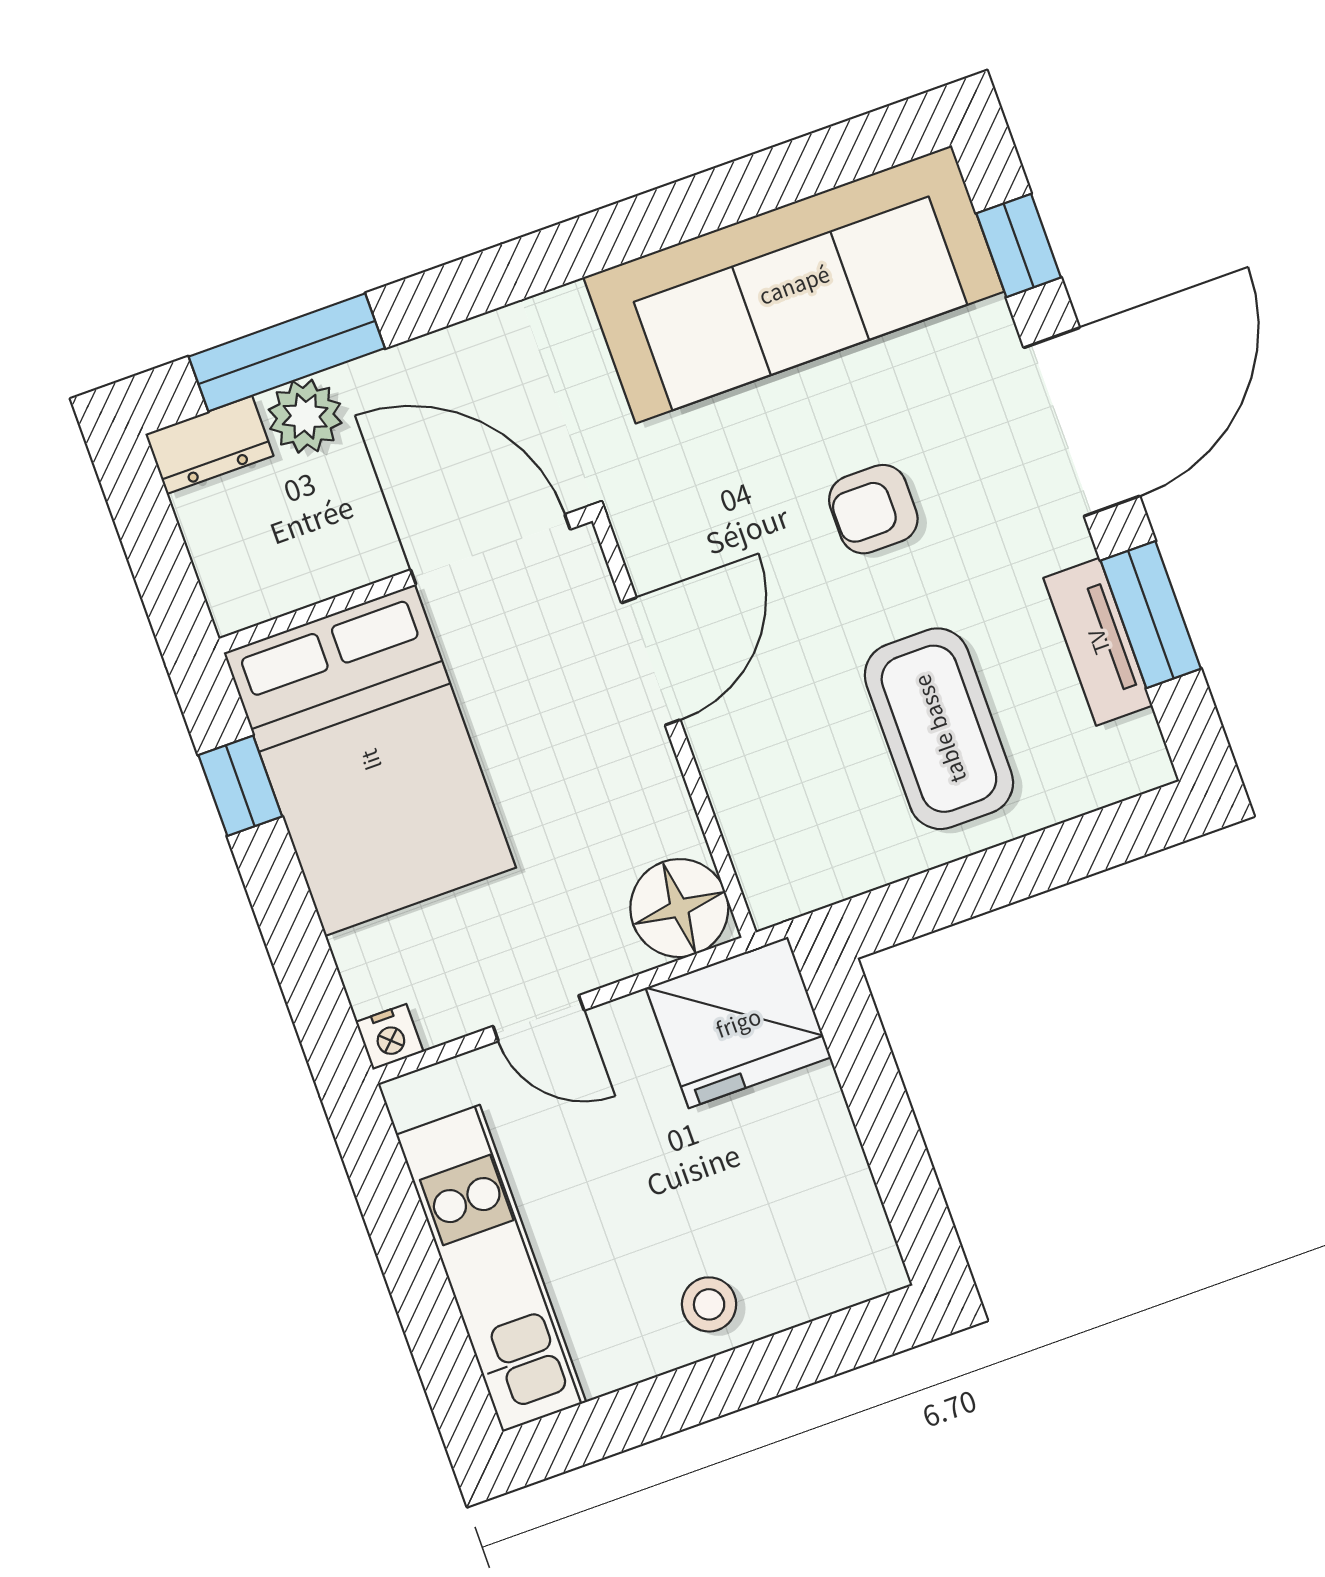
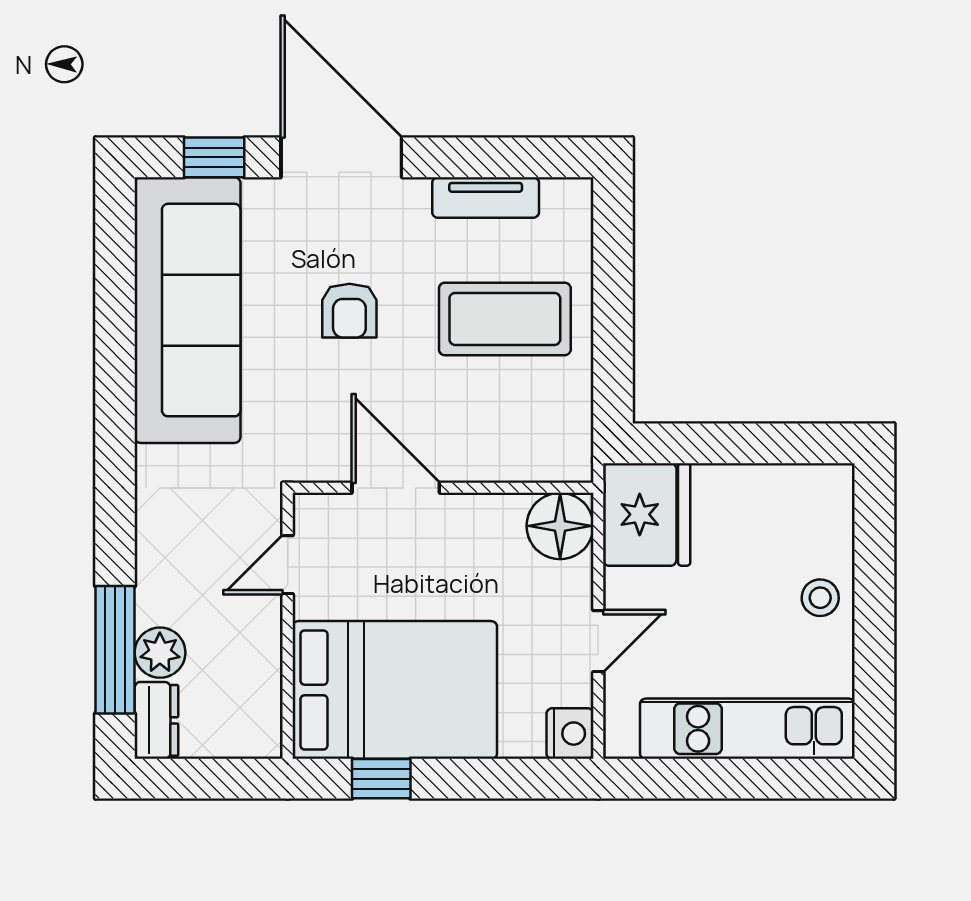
door: (490, 549) -> (288, 565), width x0.53
window: (1151, 615) -> (480, 157), removed
nightstand: (390, 1037) -> (570, 734), width x1.39, depth x1.35

